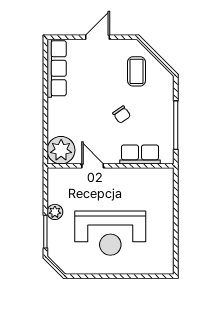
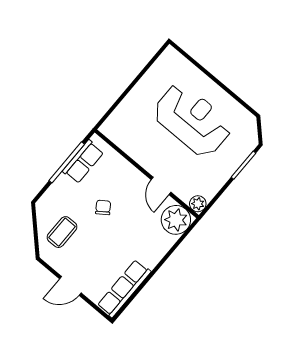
row of seats: (140, 154) -> (83, 162), moved, turned -90
plant: (55, 212) -> (198, 204), moved

